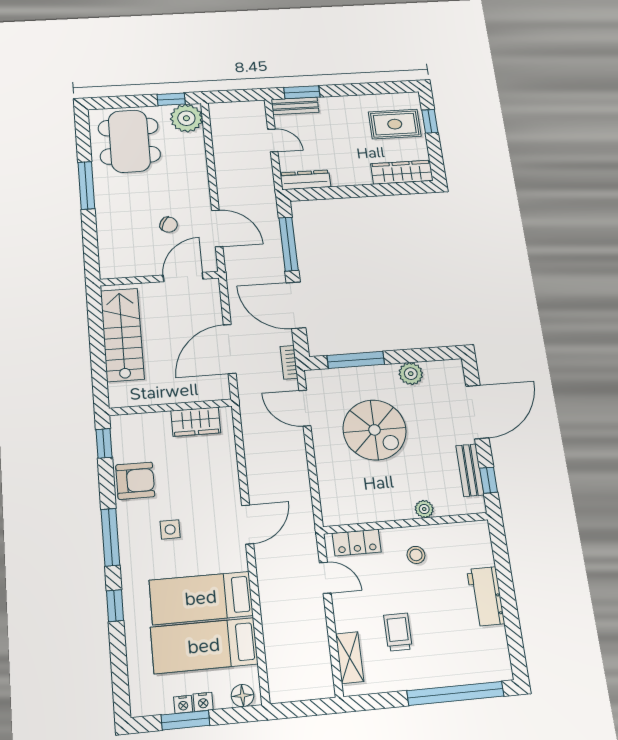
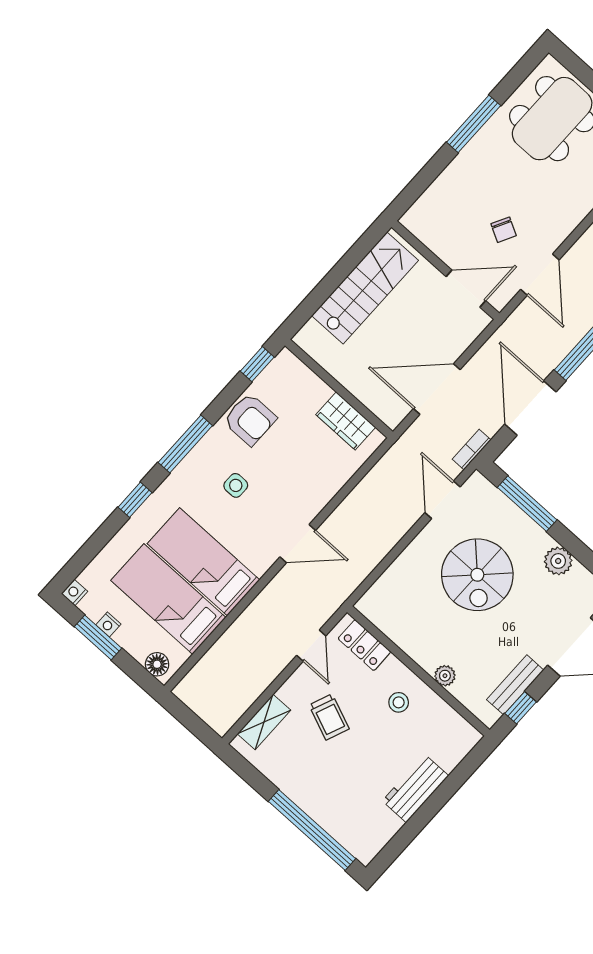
trolley: (398, 632) -> (329, 717), moved, turned 112
nightstand: (203, 702) -> (74, 593), moved, turned 90

